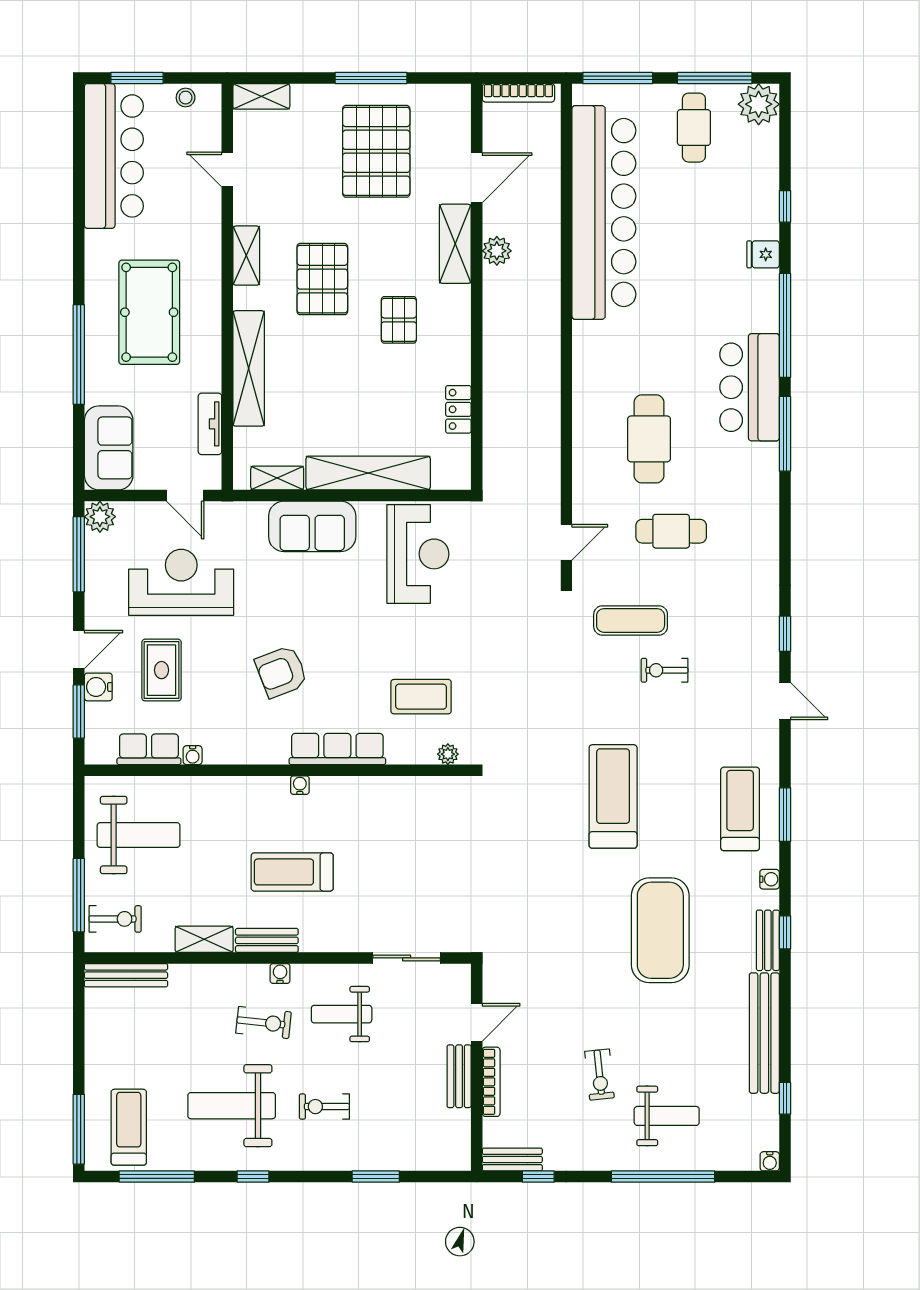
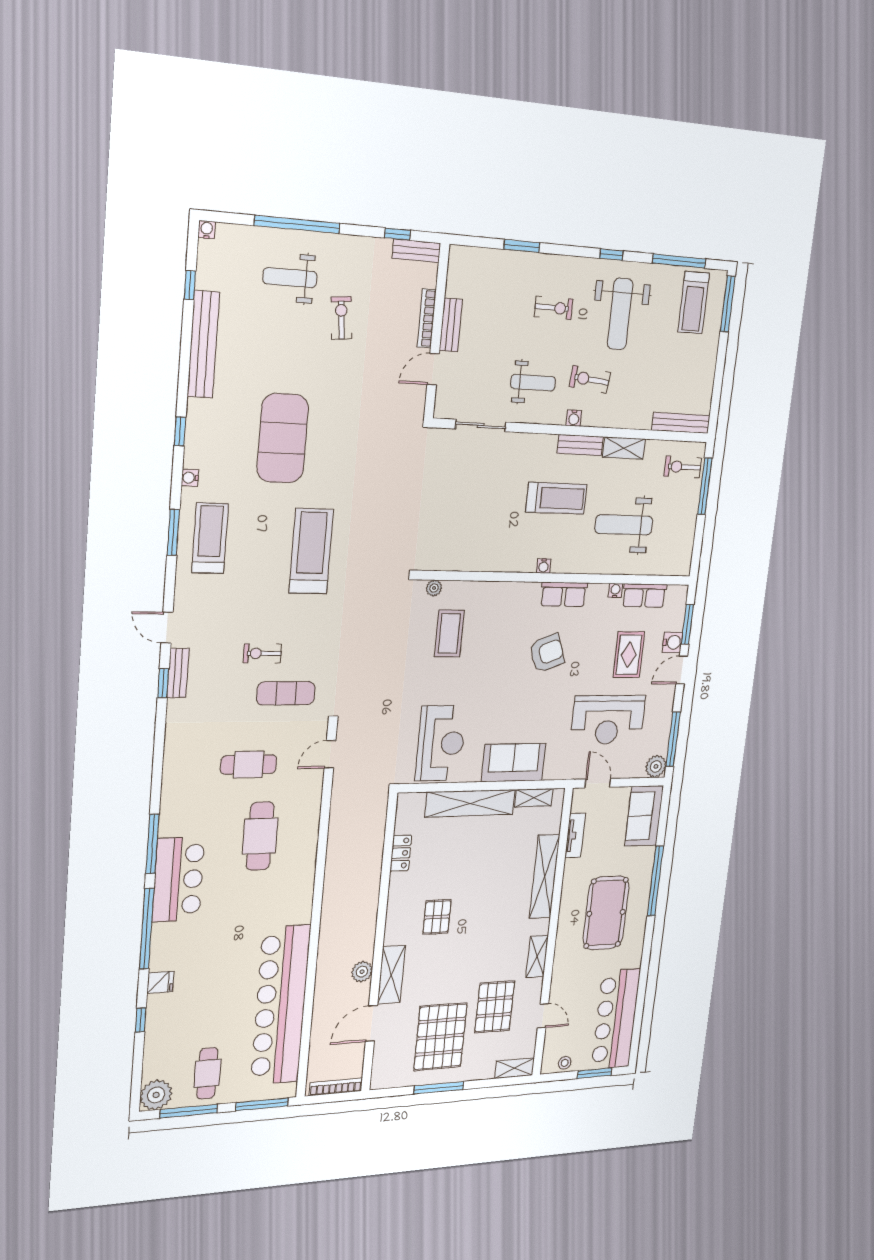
pallet: (322, 279) -> (495, 1007), moved
reception desk: (418, 554) -> (441, 743), turned 180
exercise bike: (664, 670) -> (262, 653), turned 180
coffee table: (421, 697) -> (449, 633), turned 90
row of seats: (337, 749) -> (564, 594), moved, width x0.68
treadmill: (613, 796) -> (311, 551), turned 180
treadmill: (740, 809) -> (210, 538), turned 180
weight bench: (139, 835) -> (624, 525), moved
bench: (768, 940) -> (178, 673), moved
weight bench: (232, 1106) -> (620, 314), turned 90

